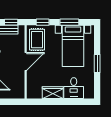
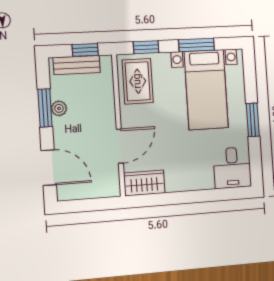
door: (26, 62) -> (120, 146), moved
desk: (74, 88) -> (232, 168), moved
wardrobe: (53, 93) -> (144, 183), moved

